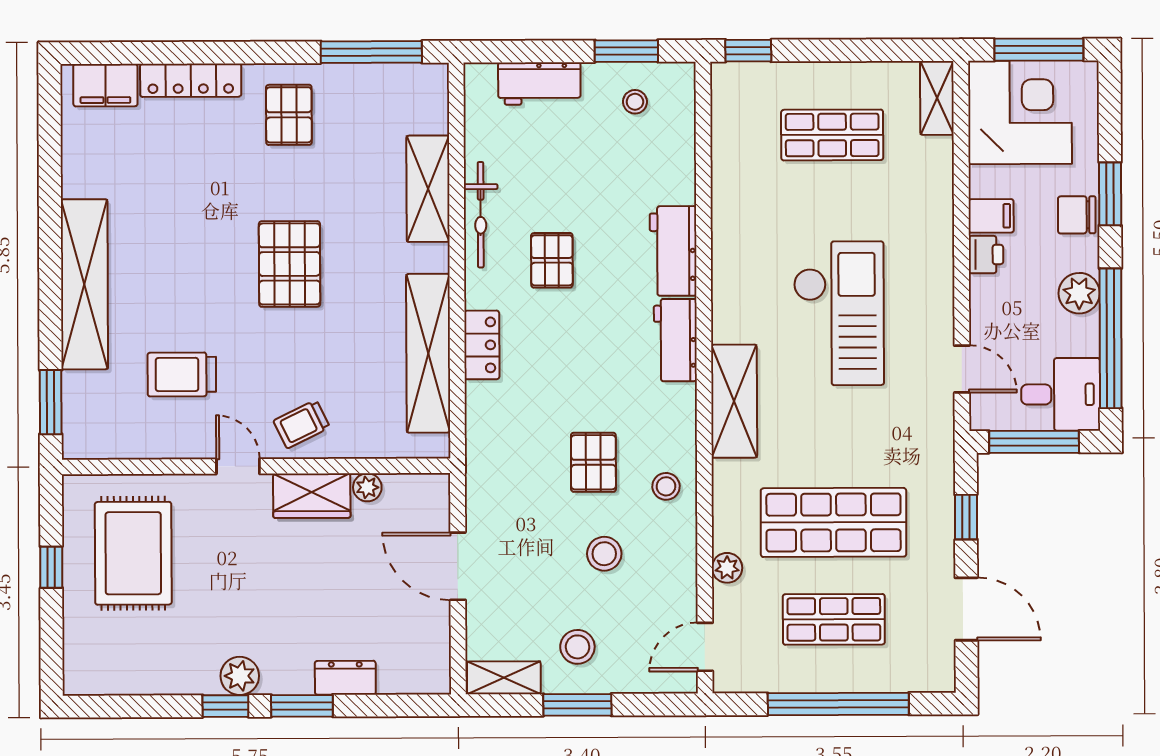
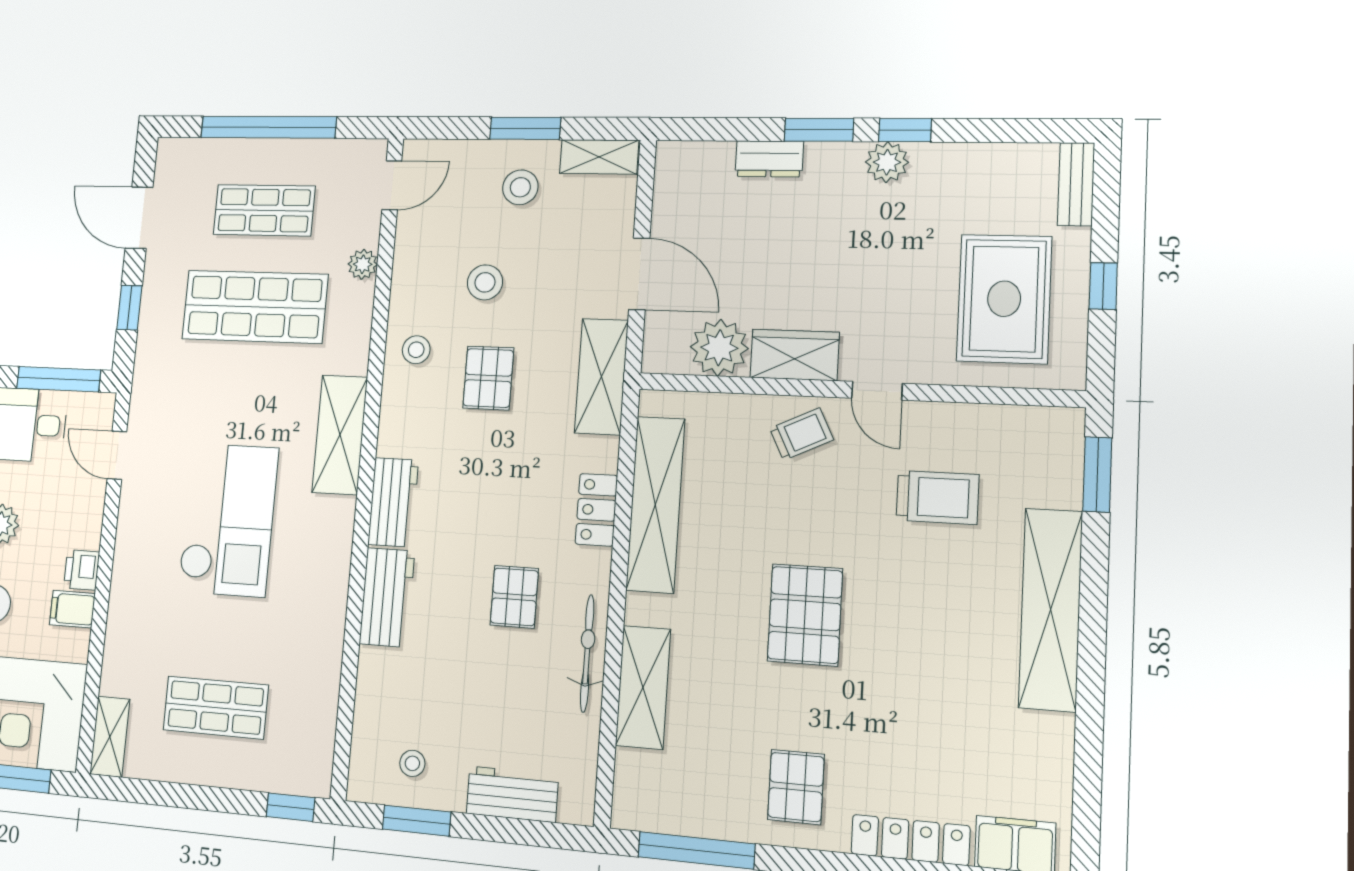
checkout: (839, 313) -> (228, 520), turned 180
shelving: (486, 468) -> (601, 377), added
plant: (367, 487) -> (719, 348), width x1.88, depth x1.88
bench: (77, 658) -> (1076, 184), added

